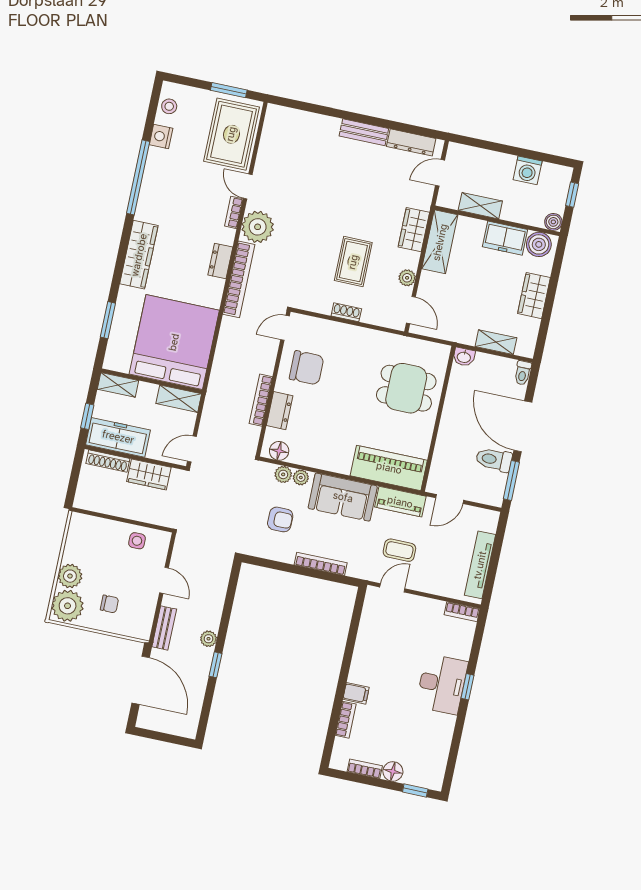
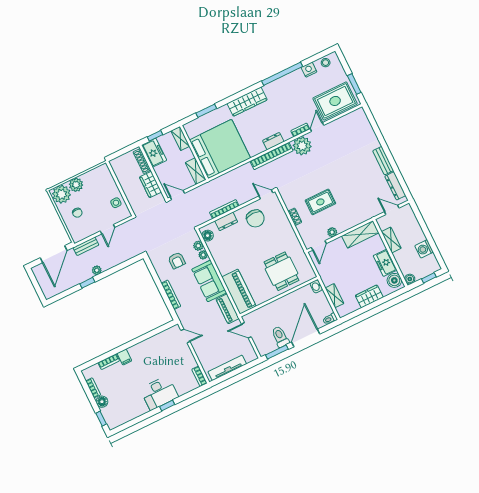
wardrobe: (414, 230) -> (357, 218), removed
freezer: (118, 437) -> (154, 153), width x0.71
coffee table: (399, 550) -> (205, 326), removed

